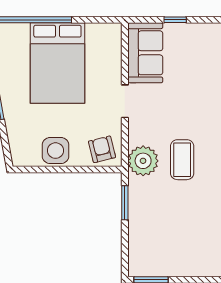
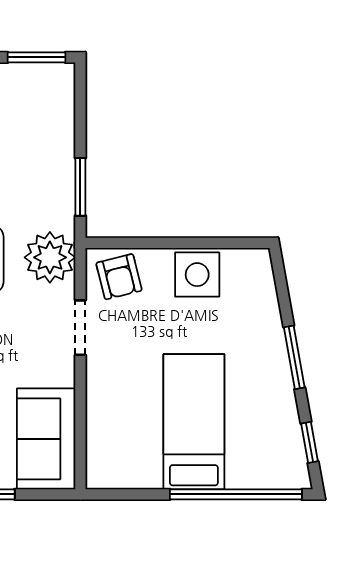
bed: (57, 63) -> (194, 422), width x0.67
doorway: (125, 101) -> (80, 328), moved

